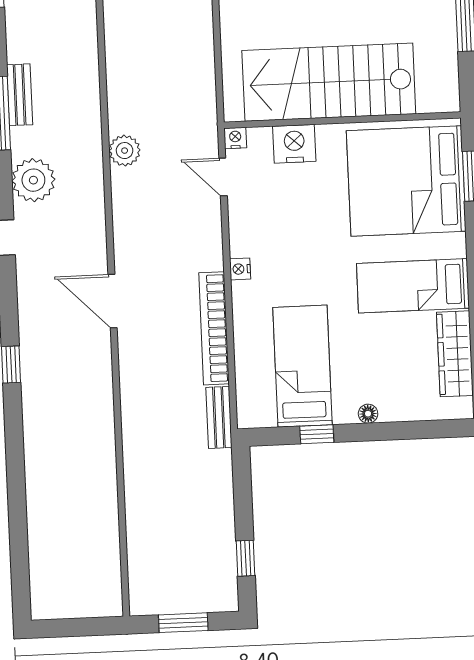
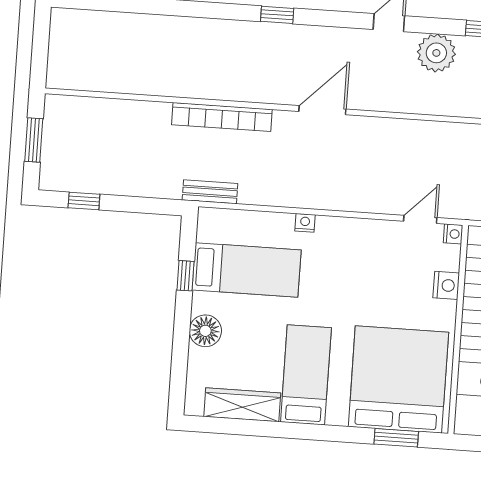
nightstand: (294, 144) -> (446, 285), width x0.74, depth x0.75
plant: (125, 151) -> (453, 136), removed
nightstand: (240, 269) -> (305, 223), moved
bookcase: (214, 328) -> (222, 117), moved, turned 180
floor lamp: (368, 414) -> (205, 331), width x1.89, depth x1.89

